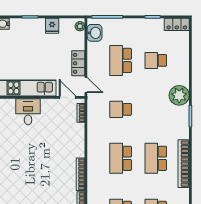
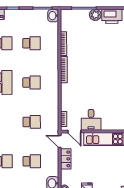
school desk: (121, 60) -> (32, 161), width x0.54
desk: (28, 112) -> (91, 120), moved
school desk: (121, 158) -> (32, 83), width x0.54

